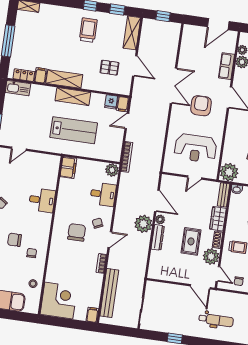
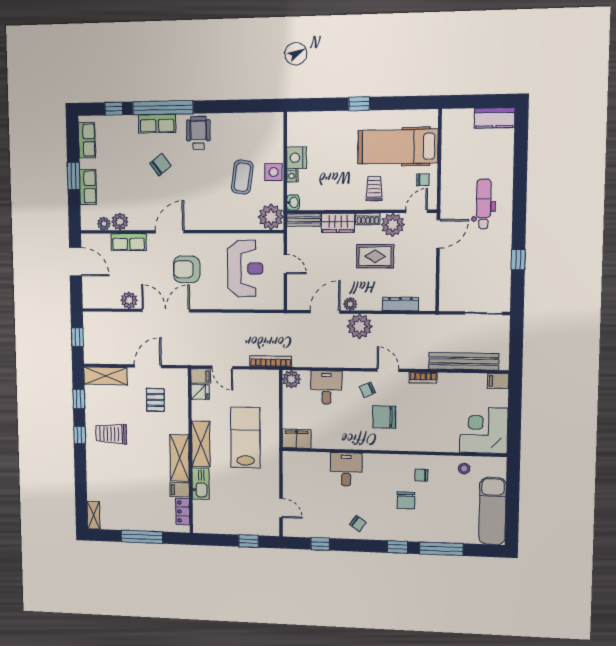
plant: (185, 60) -> (129, 300), added
kitchen sink: (18, 88) -> (201, 484), moved
dresser: (158, 237) -> (400, 304), moved

